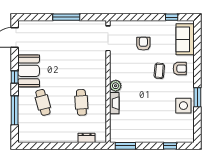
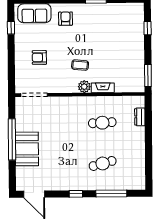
window: (66, 17) -> (12, 139), width x1.46
booth: (29, 71) -> (27, 149), moved, turned 90
coffee table: (159, 71) -> (80, 65), moved
side table: (183, 106) -> (105, 14), removed

